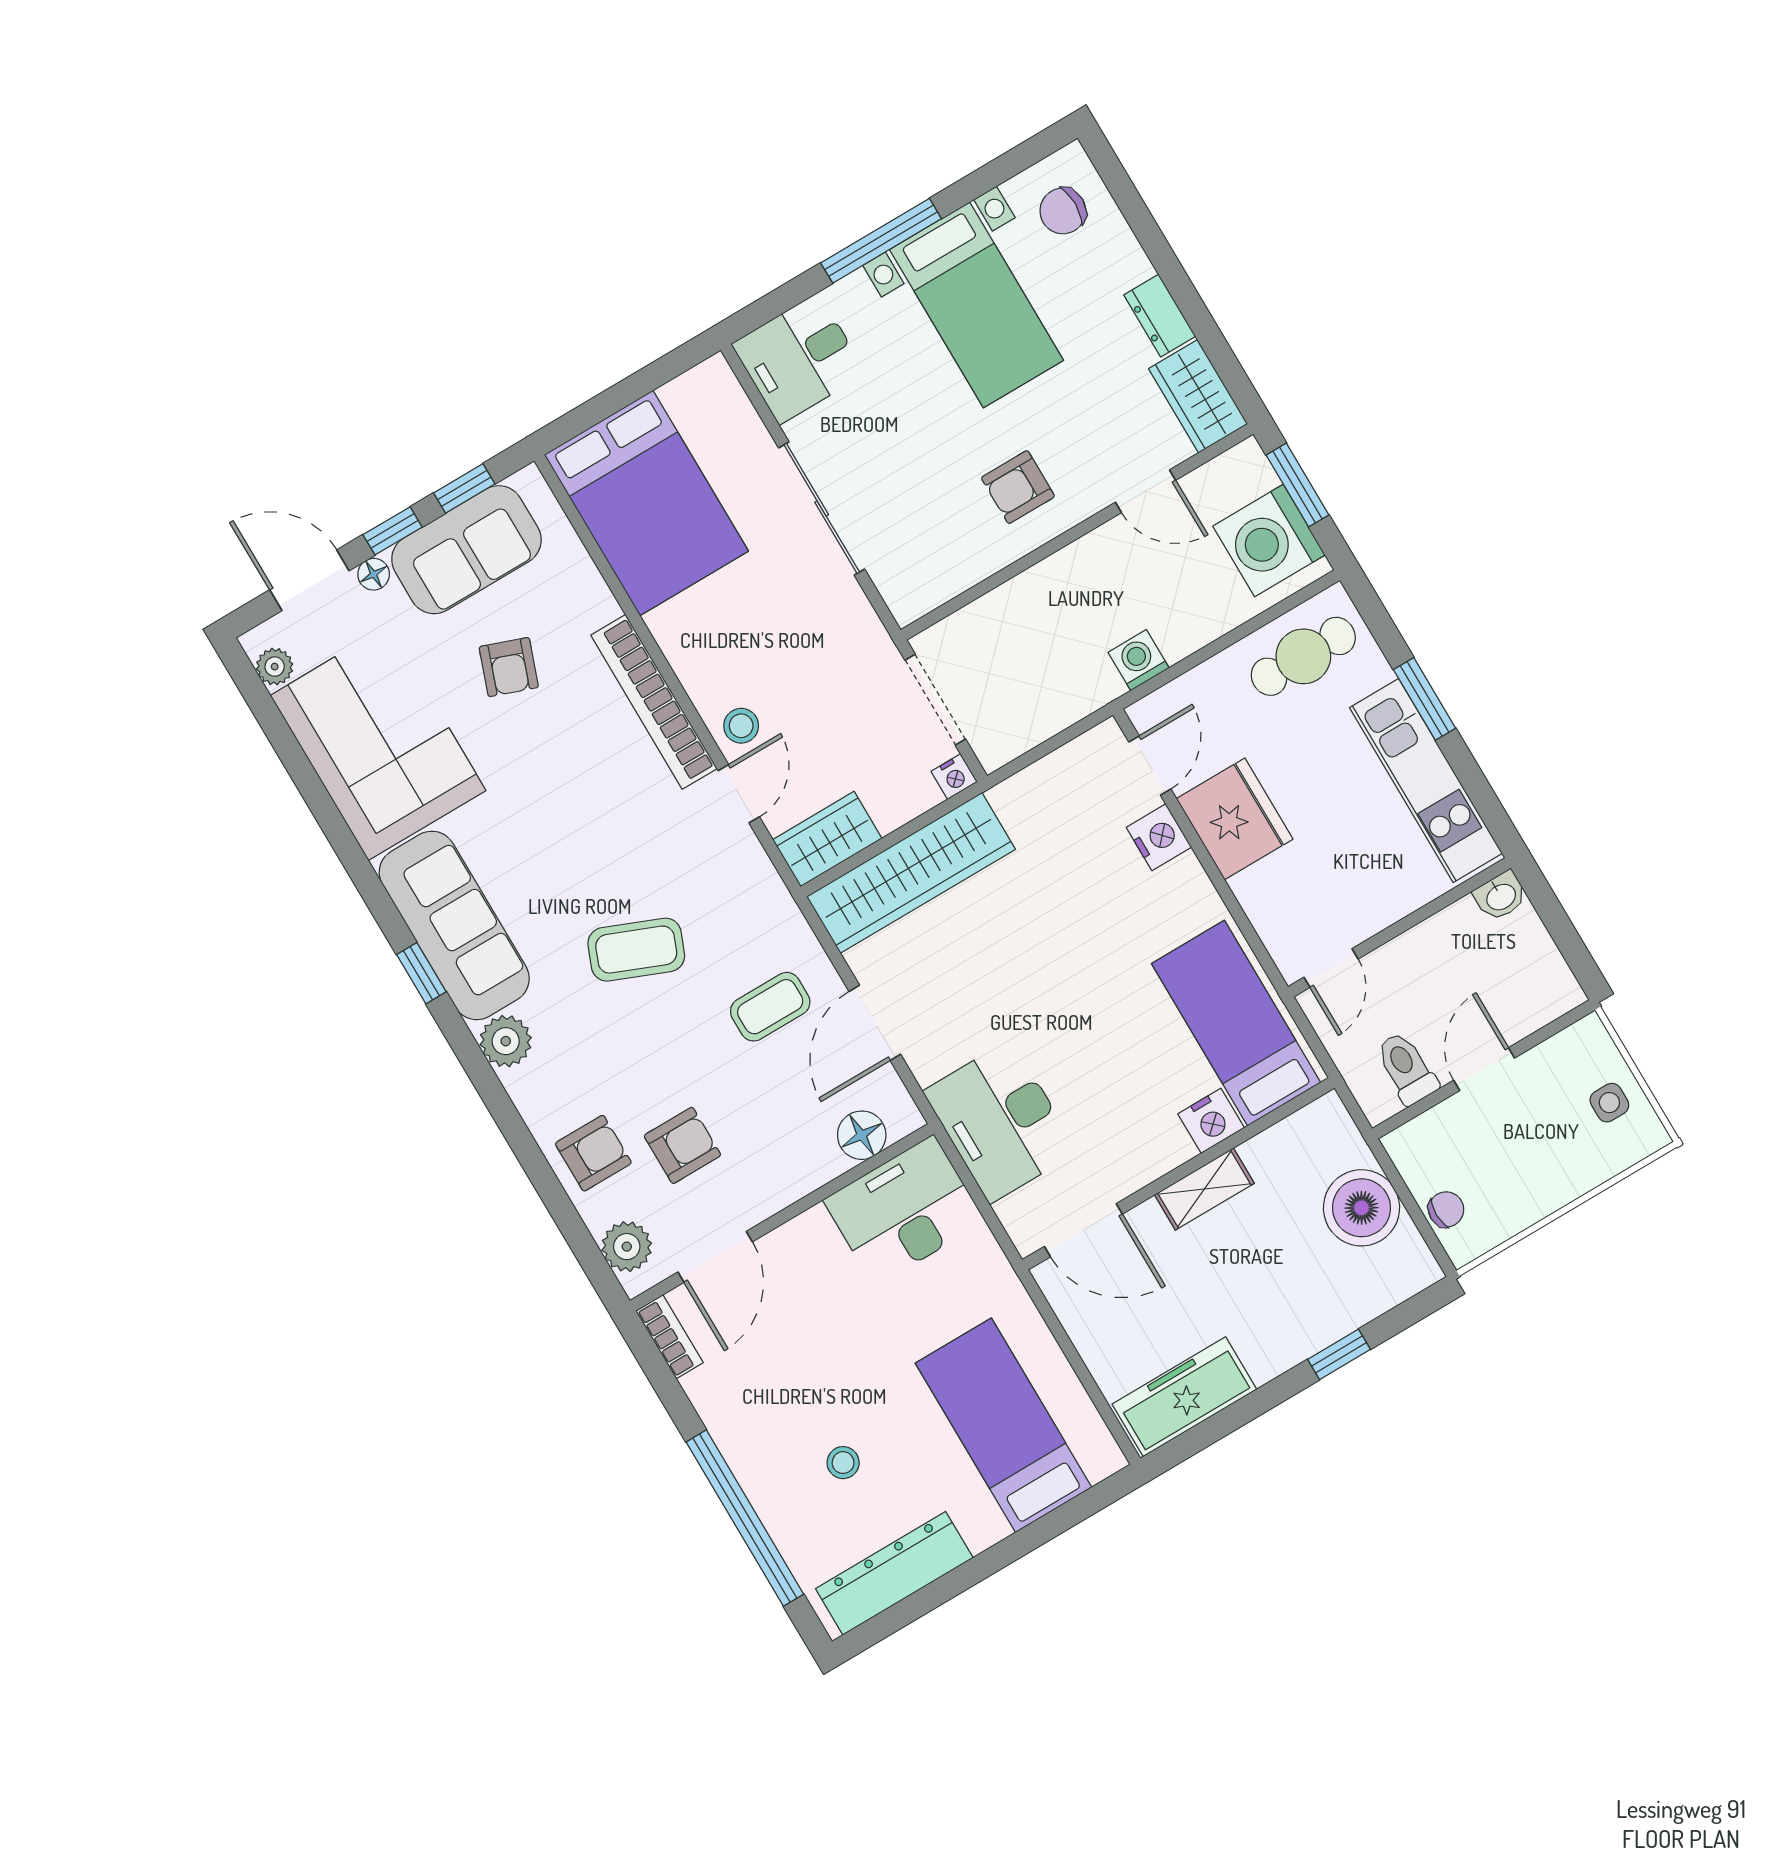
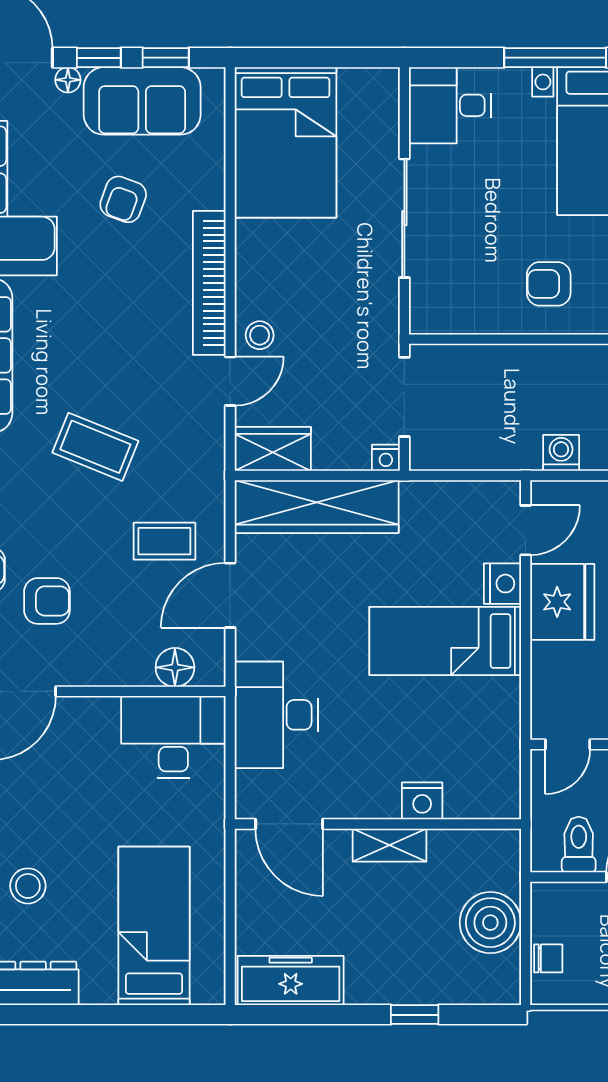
bed: (1236, 1023) -> (445, 641), moved, turned -90
stool: (843, 1463) -> (28, 886), width x1.37, depth x1.37

